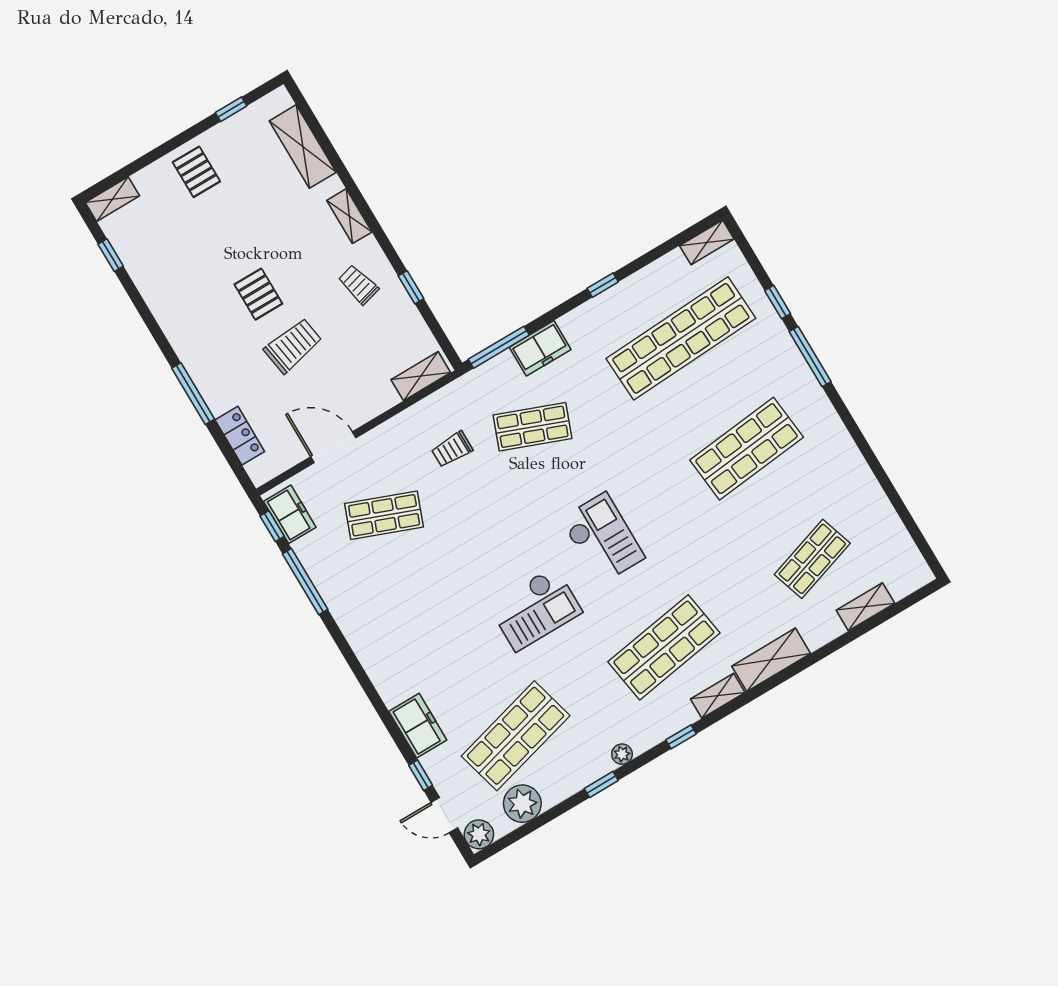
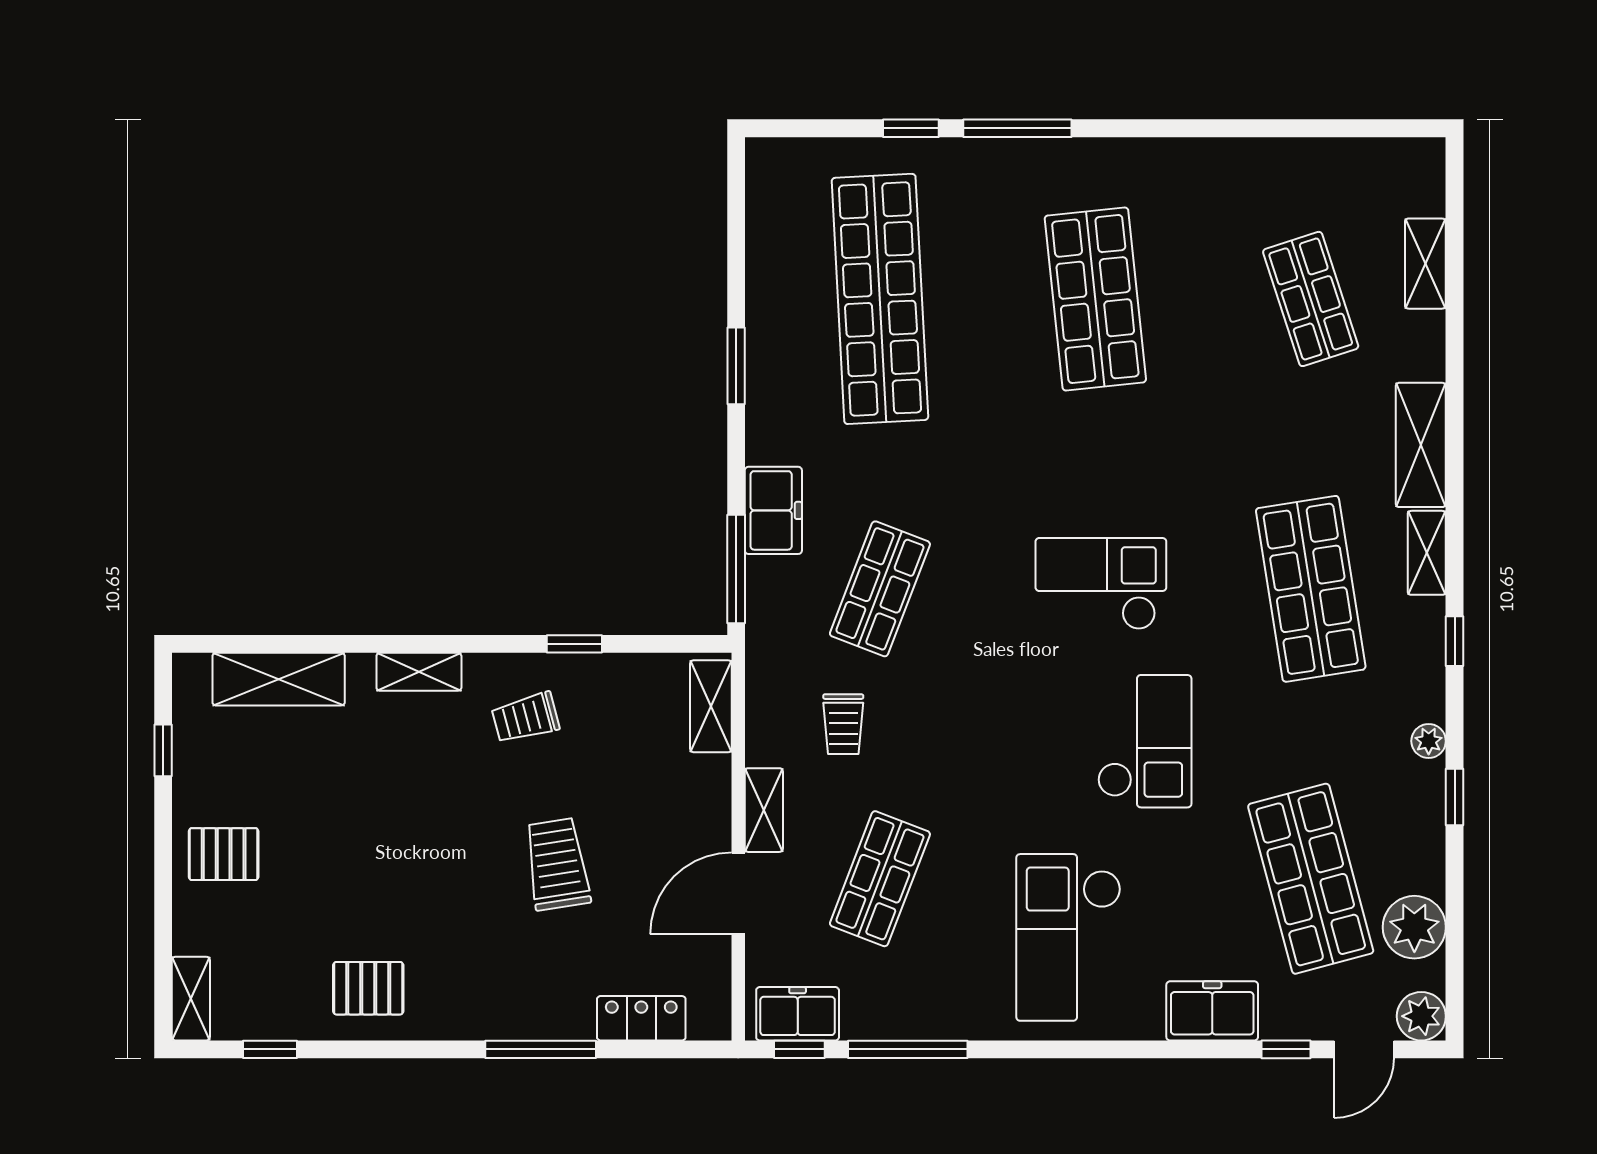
shelving: (707, 242) -> (764, 810), moved
window: (603, 285) -> (736, 366), width x1.50
pallet: (258, 294) -> (368, 988), moved
checkout: (412, 630) -> (1069, 937), added

